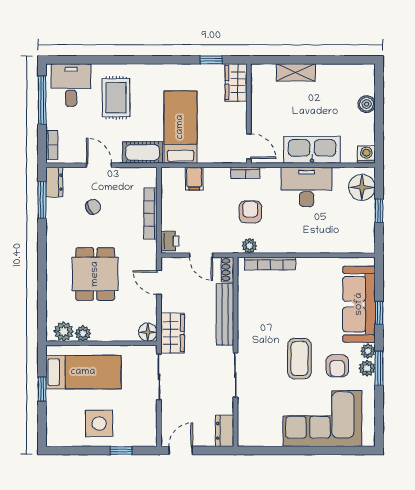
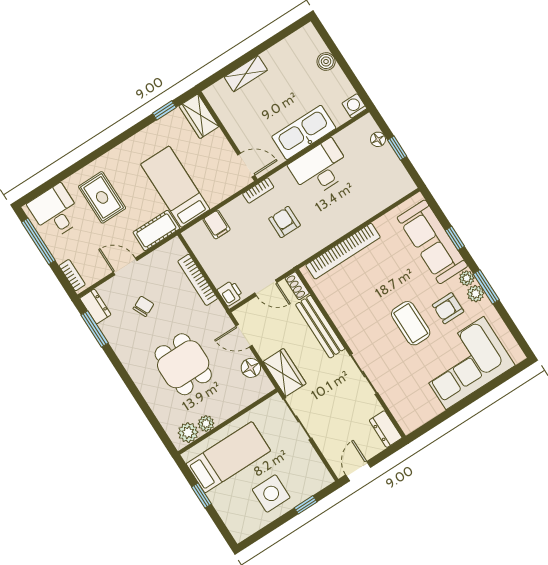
floor lamp: (362, 187) -> (378, 139), width x0.53, depth x0.53
plant: (249, 246) -> (303, 252), removed
bookcase: (270, 264) -> (343, 251), width x1.48, depth x1.31
floor lamp: (148, 332) -> (251, 368), moved
armchair: (337, 366) -> (448, 308), turned 90

